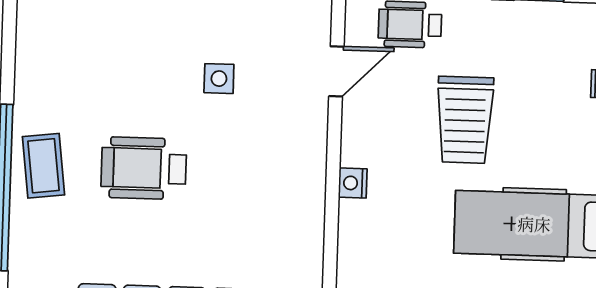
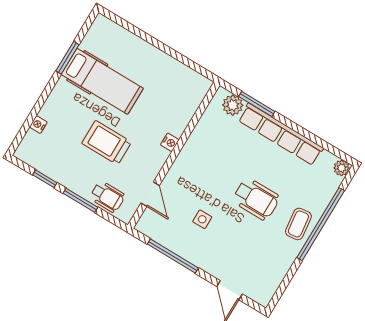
door: (336, 71) -> (150, 194), swing flipped
trolley: (465, 120) -> (107, 143), turned -90

